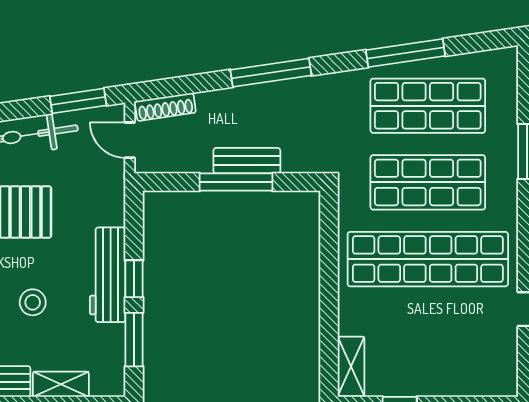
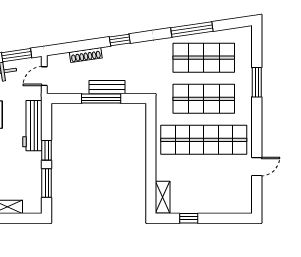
window: (271, 73) -> (120, 40), width x0.46
shoe rack: (165, 107) -> (86, 55), moved
door: (130, 140) -> (44, 76), hinge flipped
workbench: (108, 275) -> (32, 126), moved

